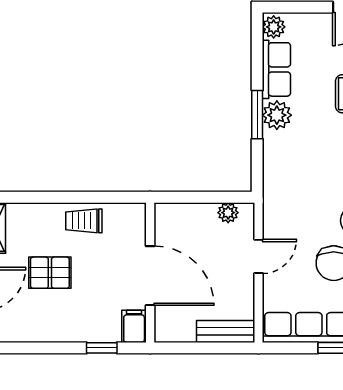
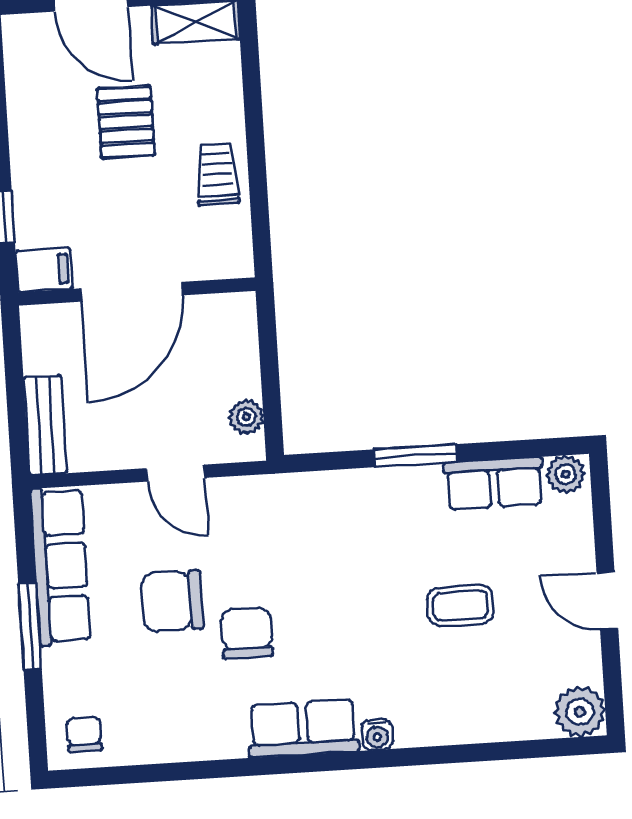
plant: (277, 115) -> (417, 489), removed

